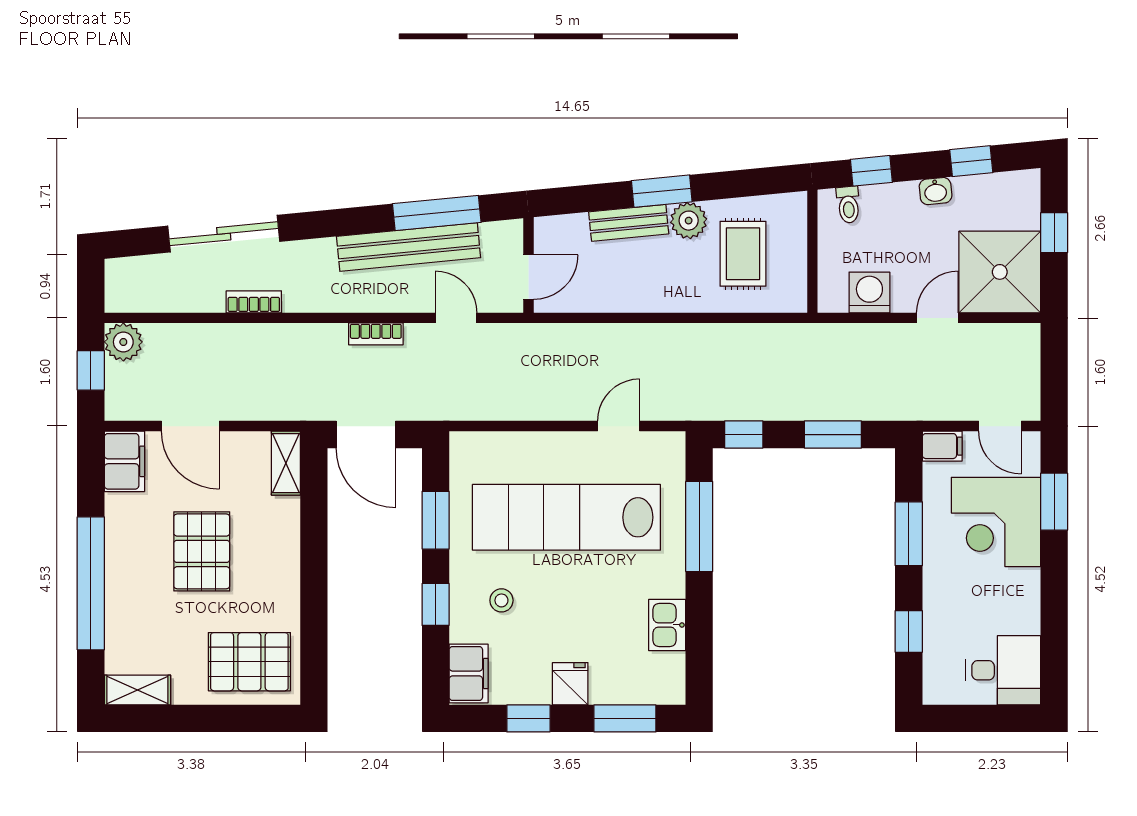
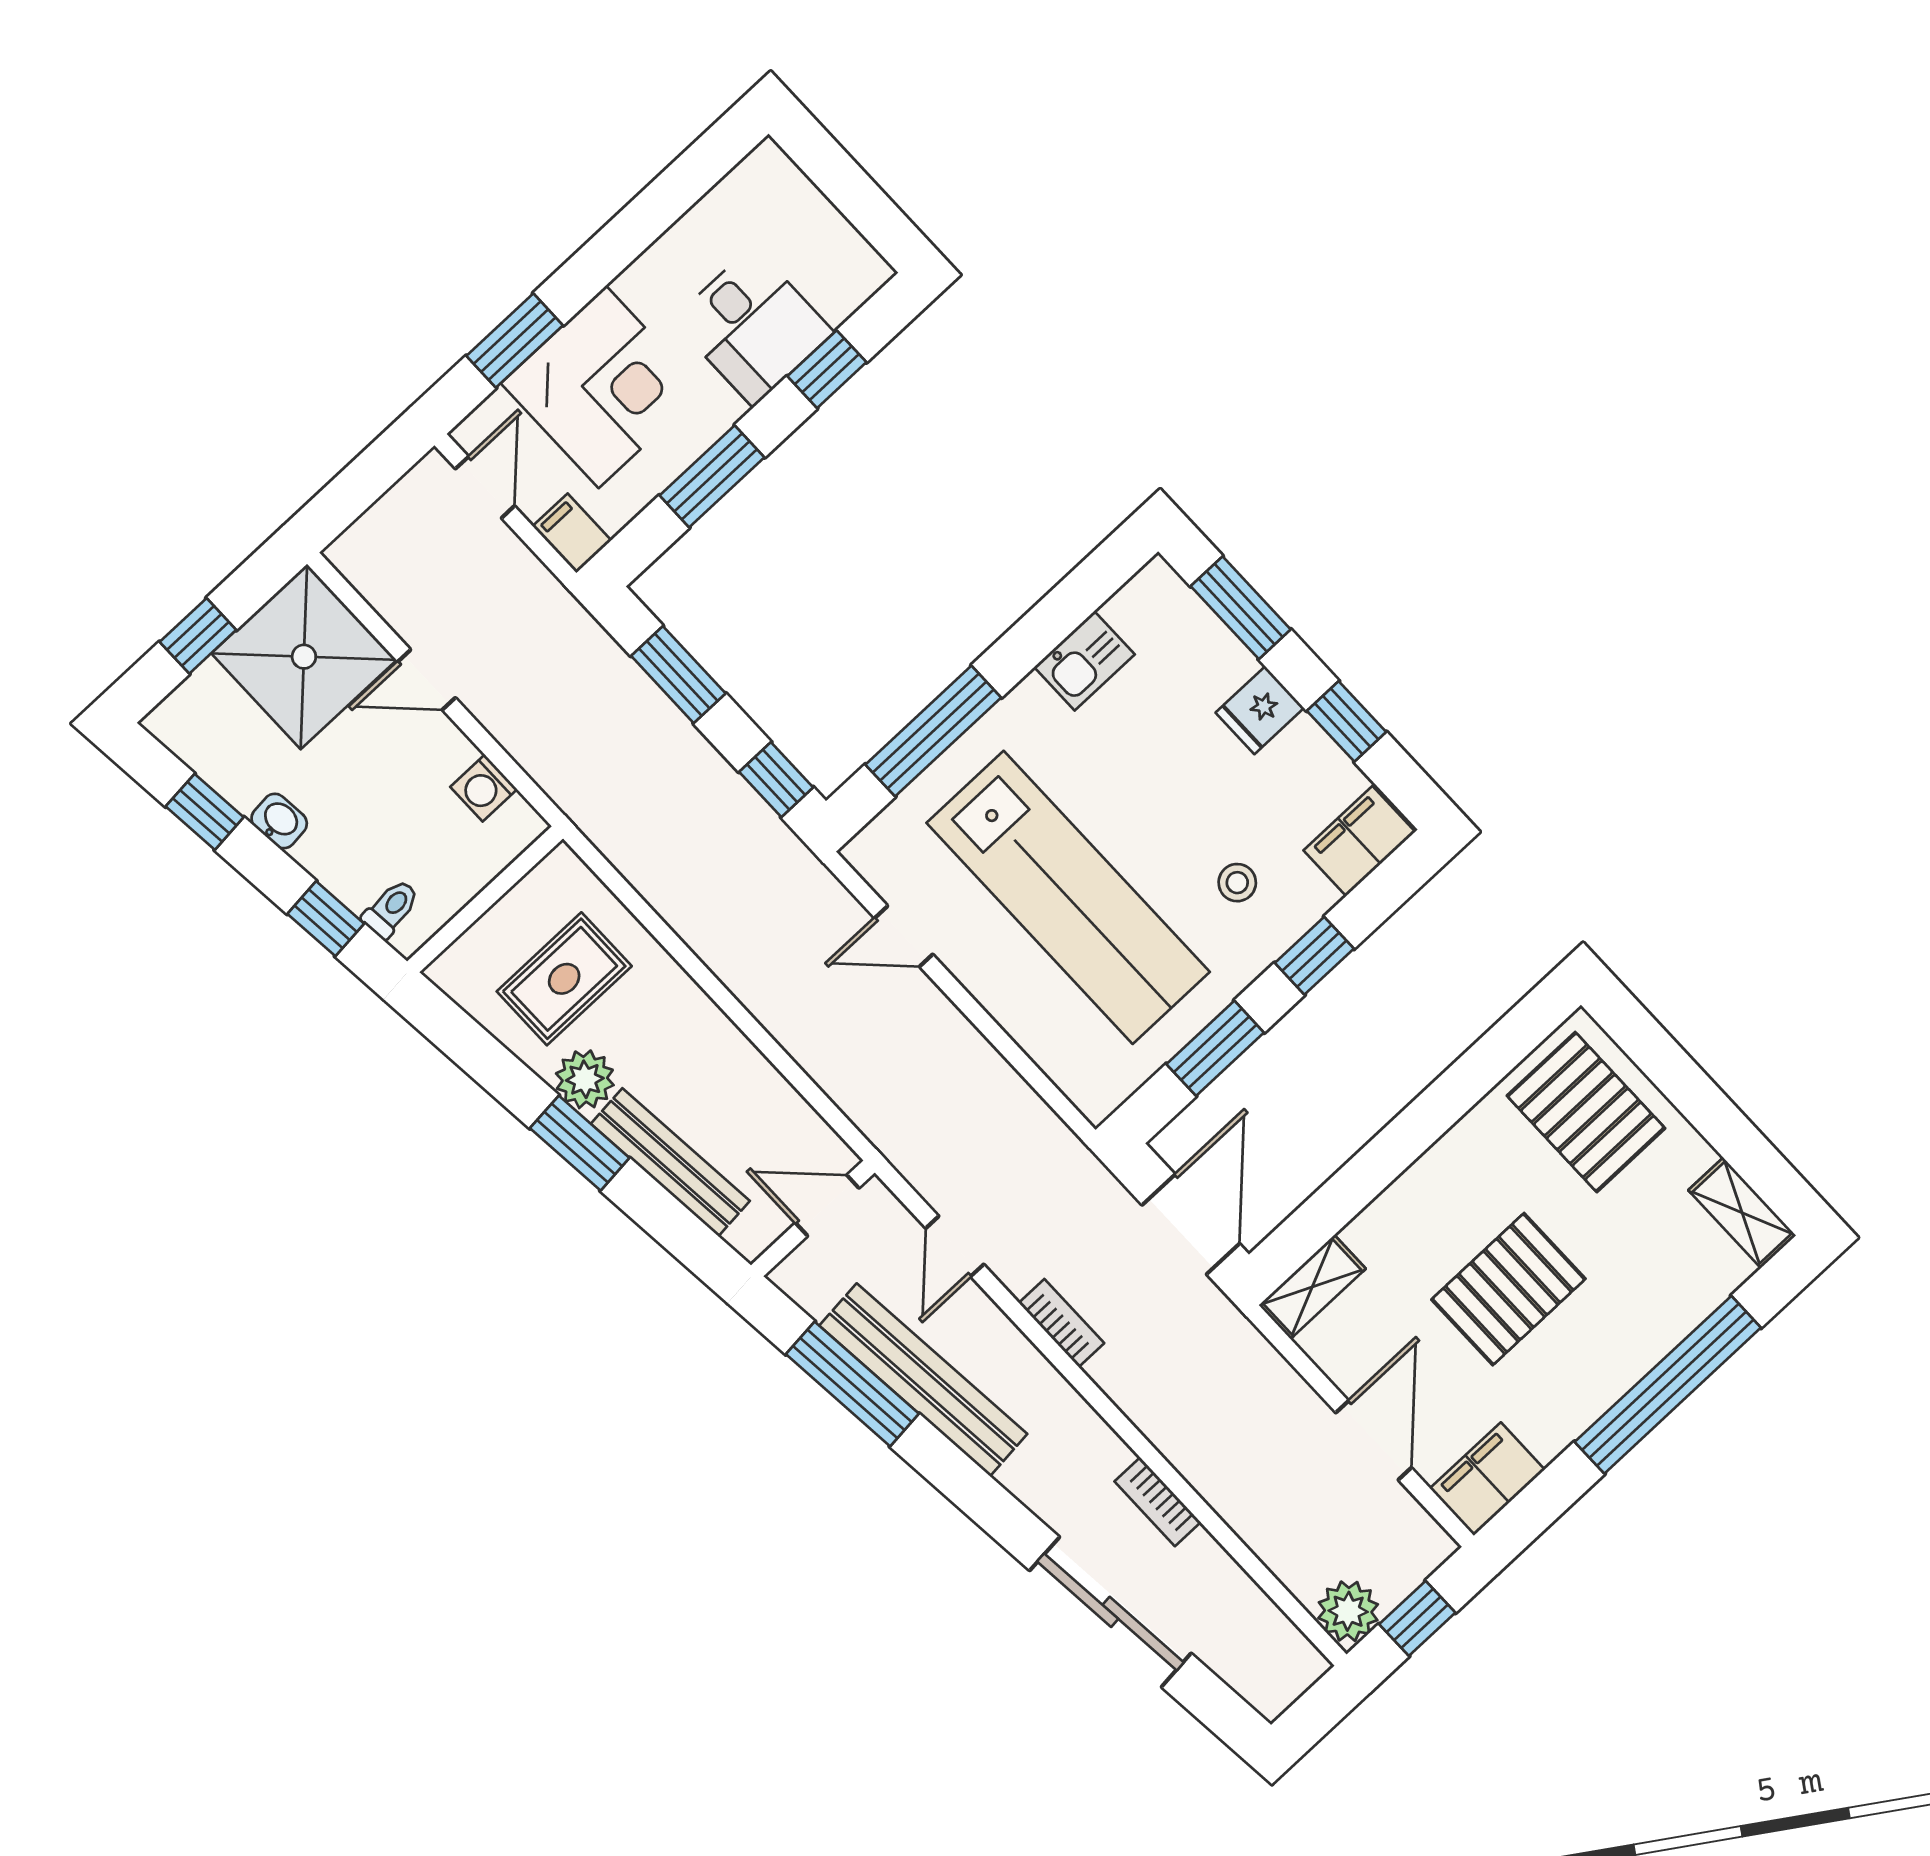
bench: (629, 223) -> (670, 1162), width x1.36
washing machine: (869, 292) -> (484, 788), width x0.73, depth x0.73
desk: (1003, 670) -> (753, 326), moved, turned 180

